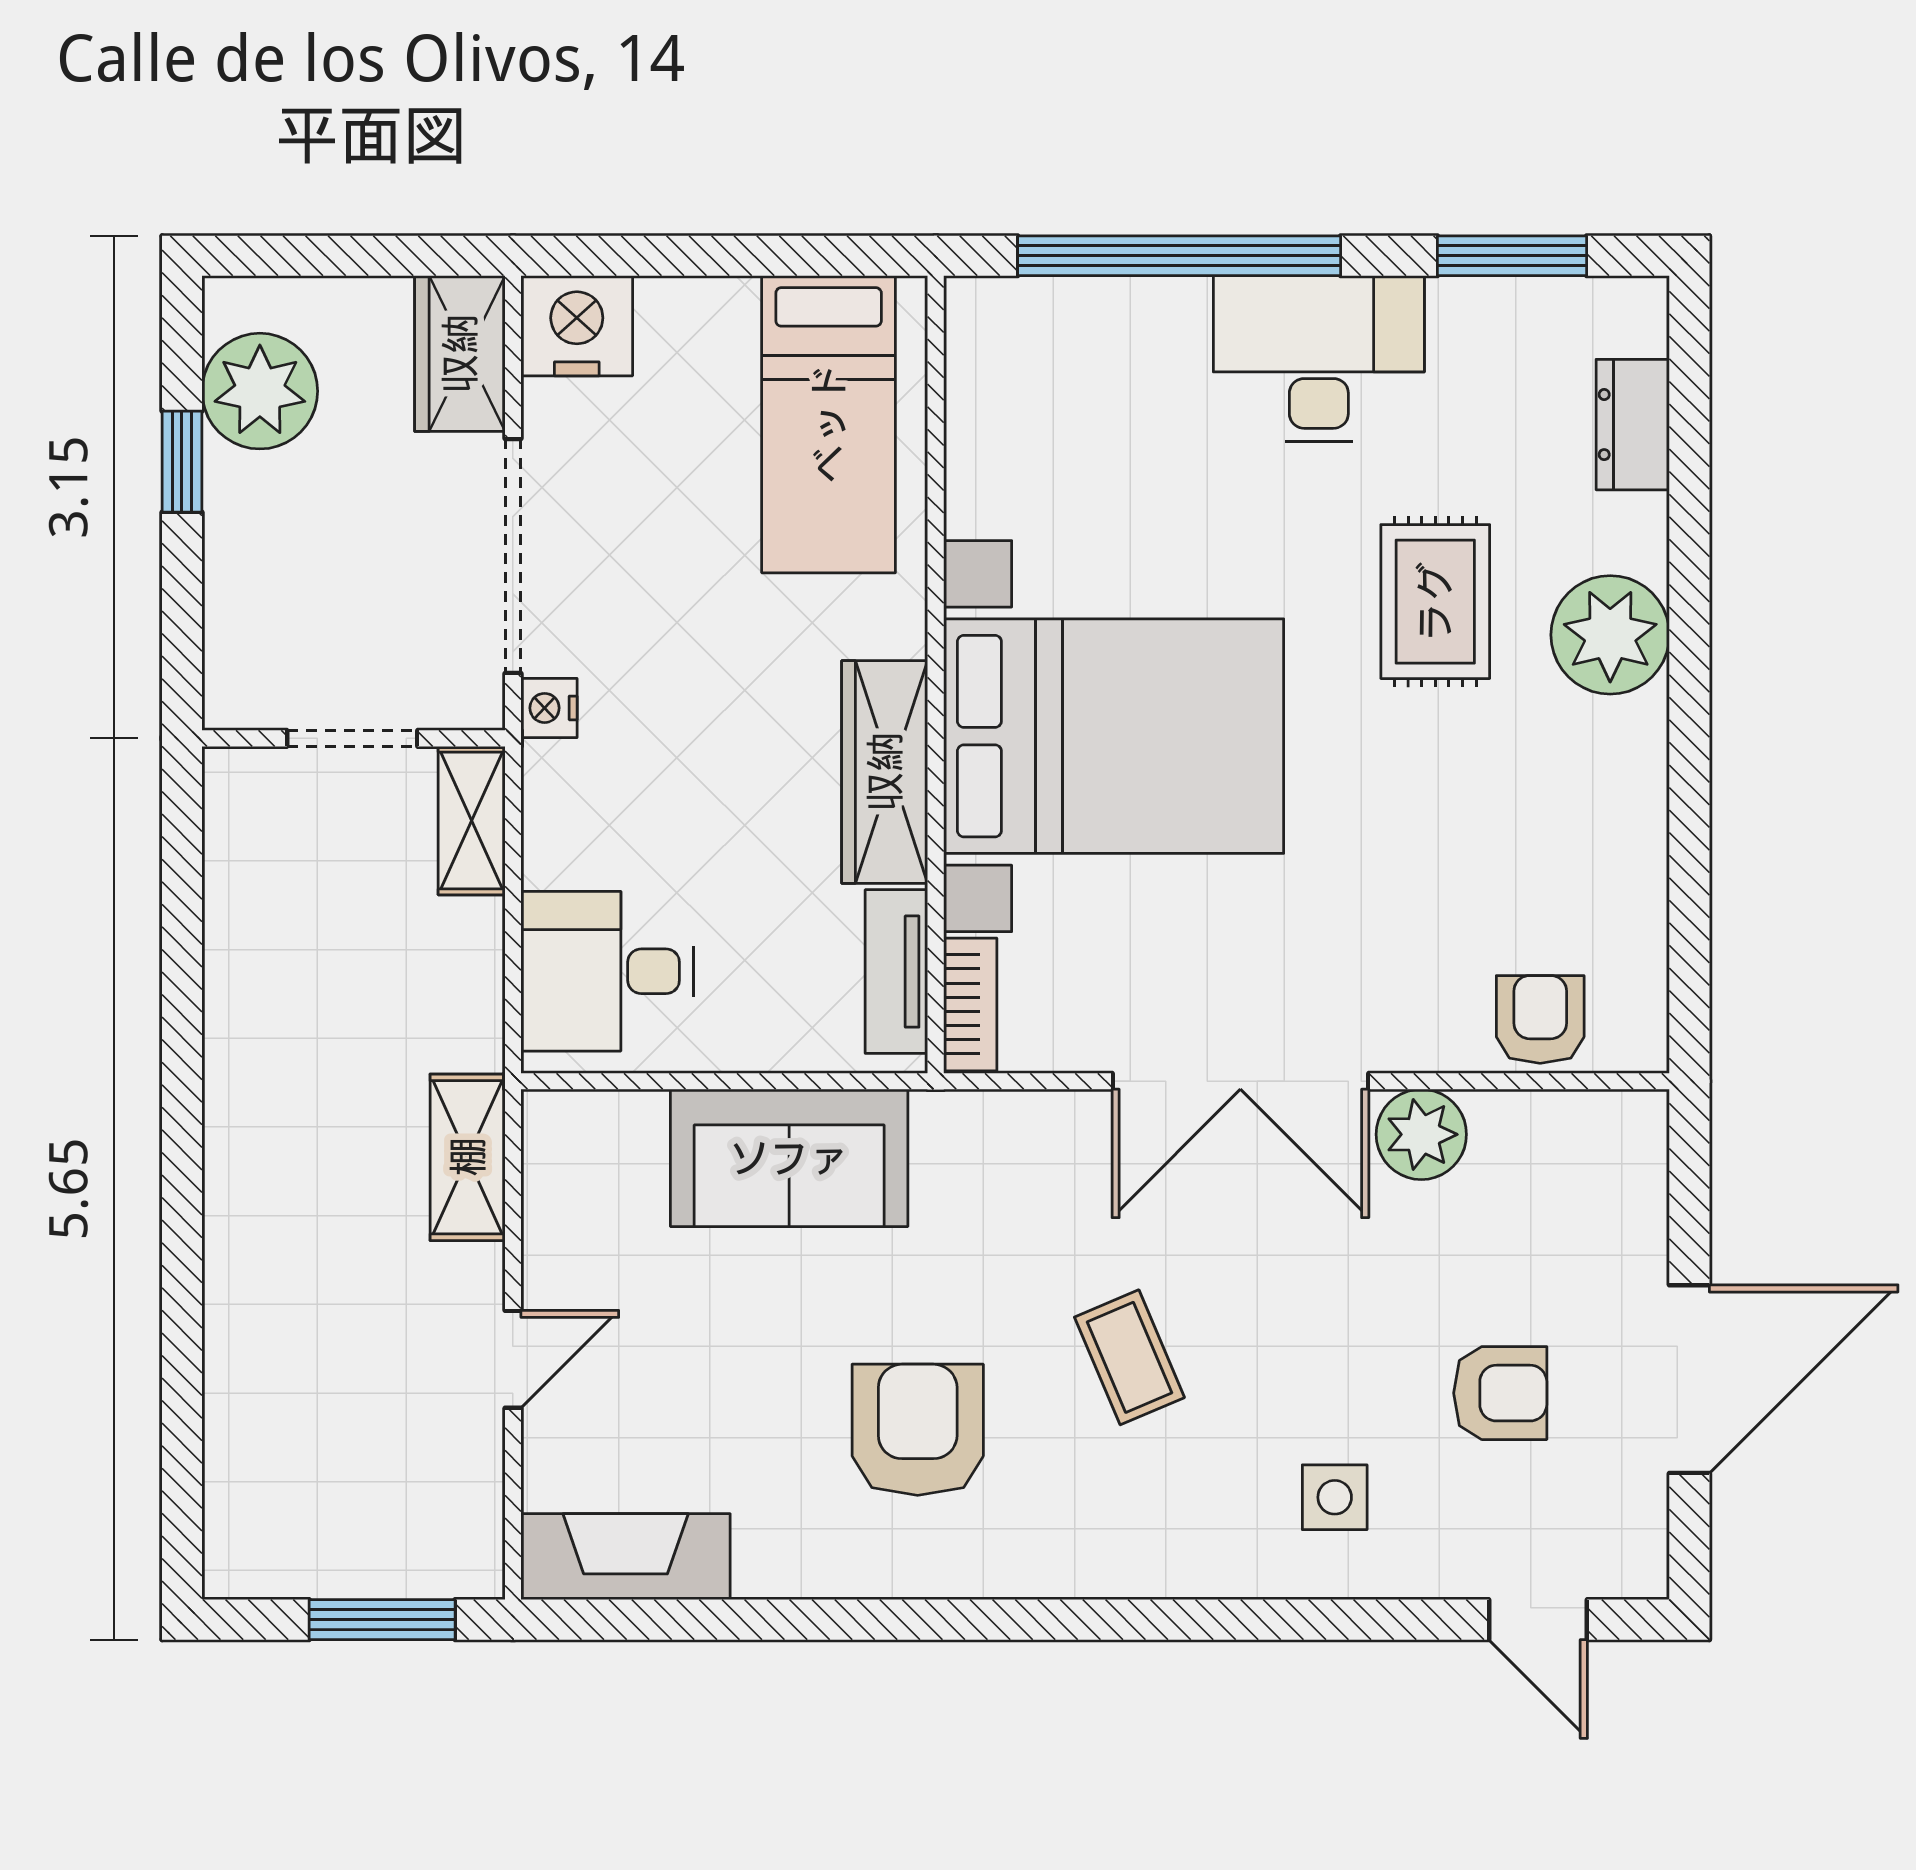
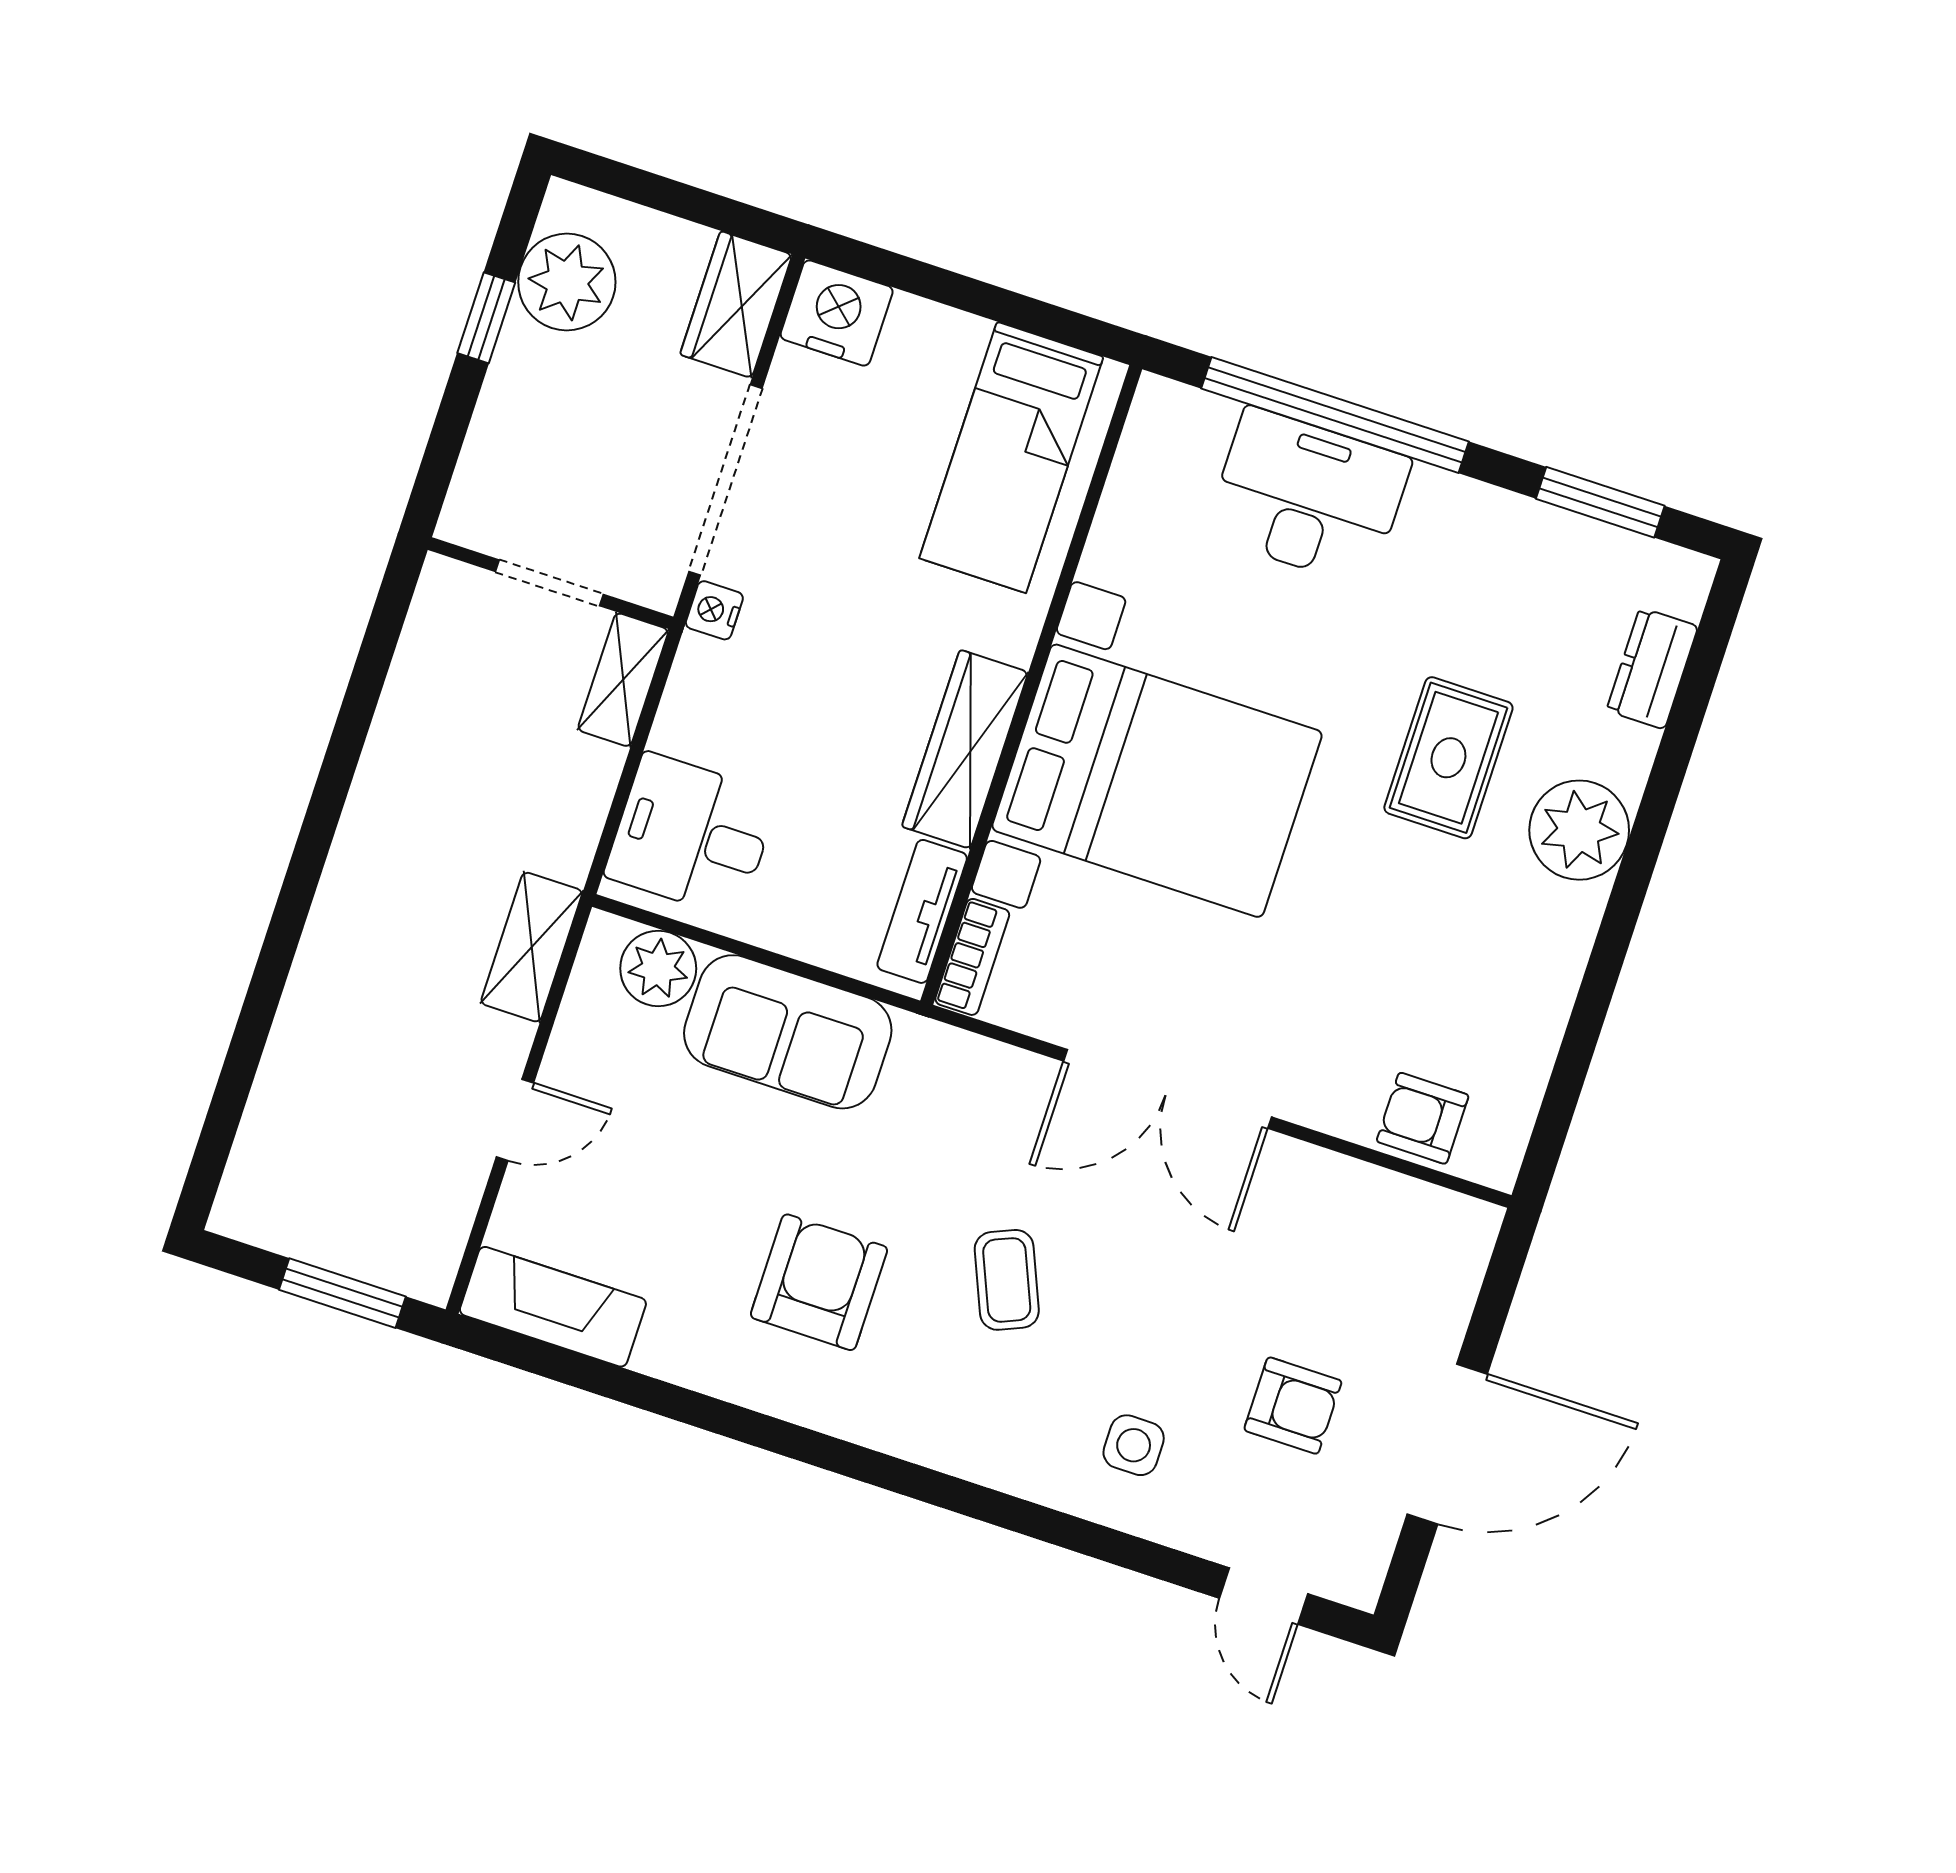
desk: (1319, 359) -> (1308, 497), moved
armchair: (1540, 1019) -> (1423, 1118), turned -90
plant: (1421, 1134) -> (658, 968), moved

